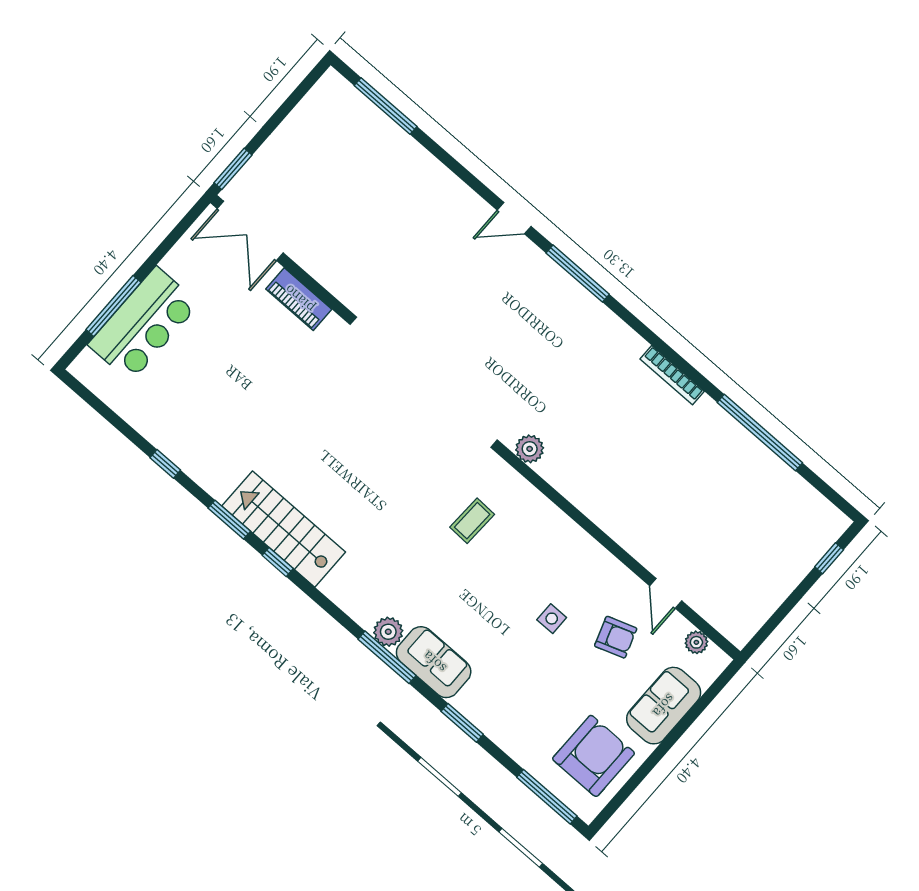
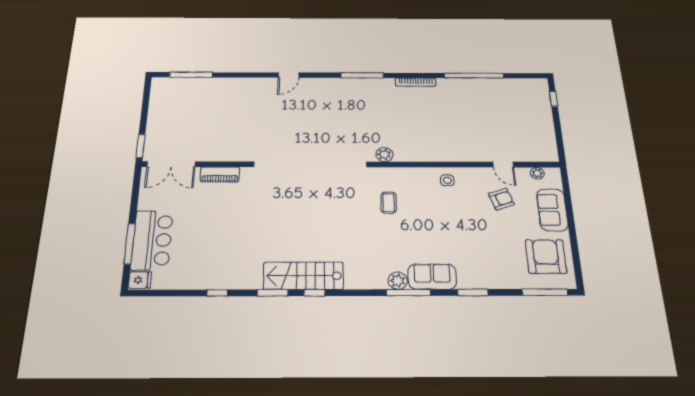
window: (578, 274) -> (362, 75), moved
fridge: (89, 368) -> (140, 280), added
side table: (552, 619) -> (447, 180), moved

